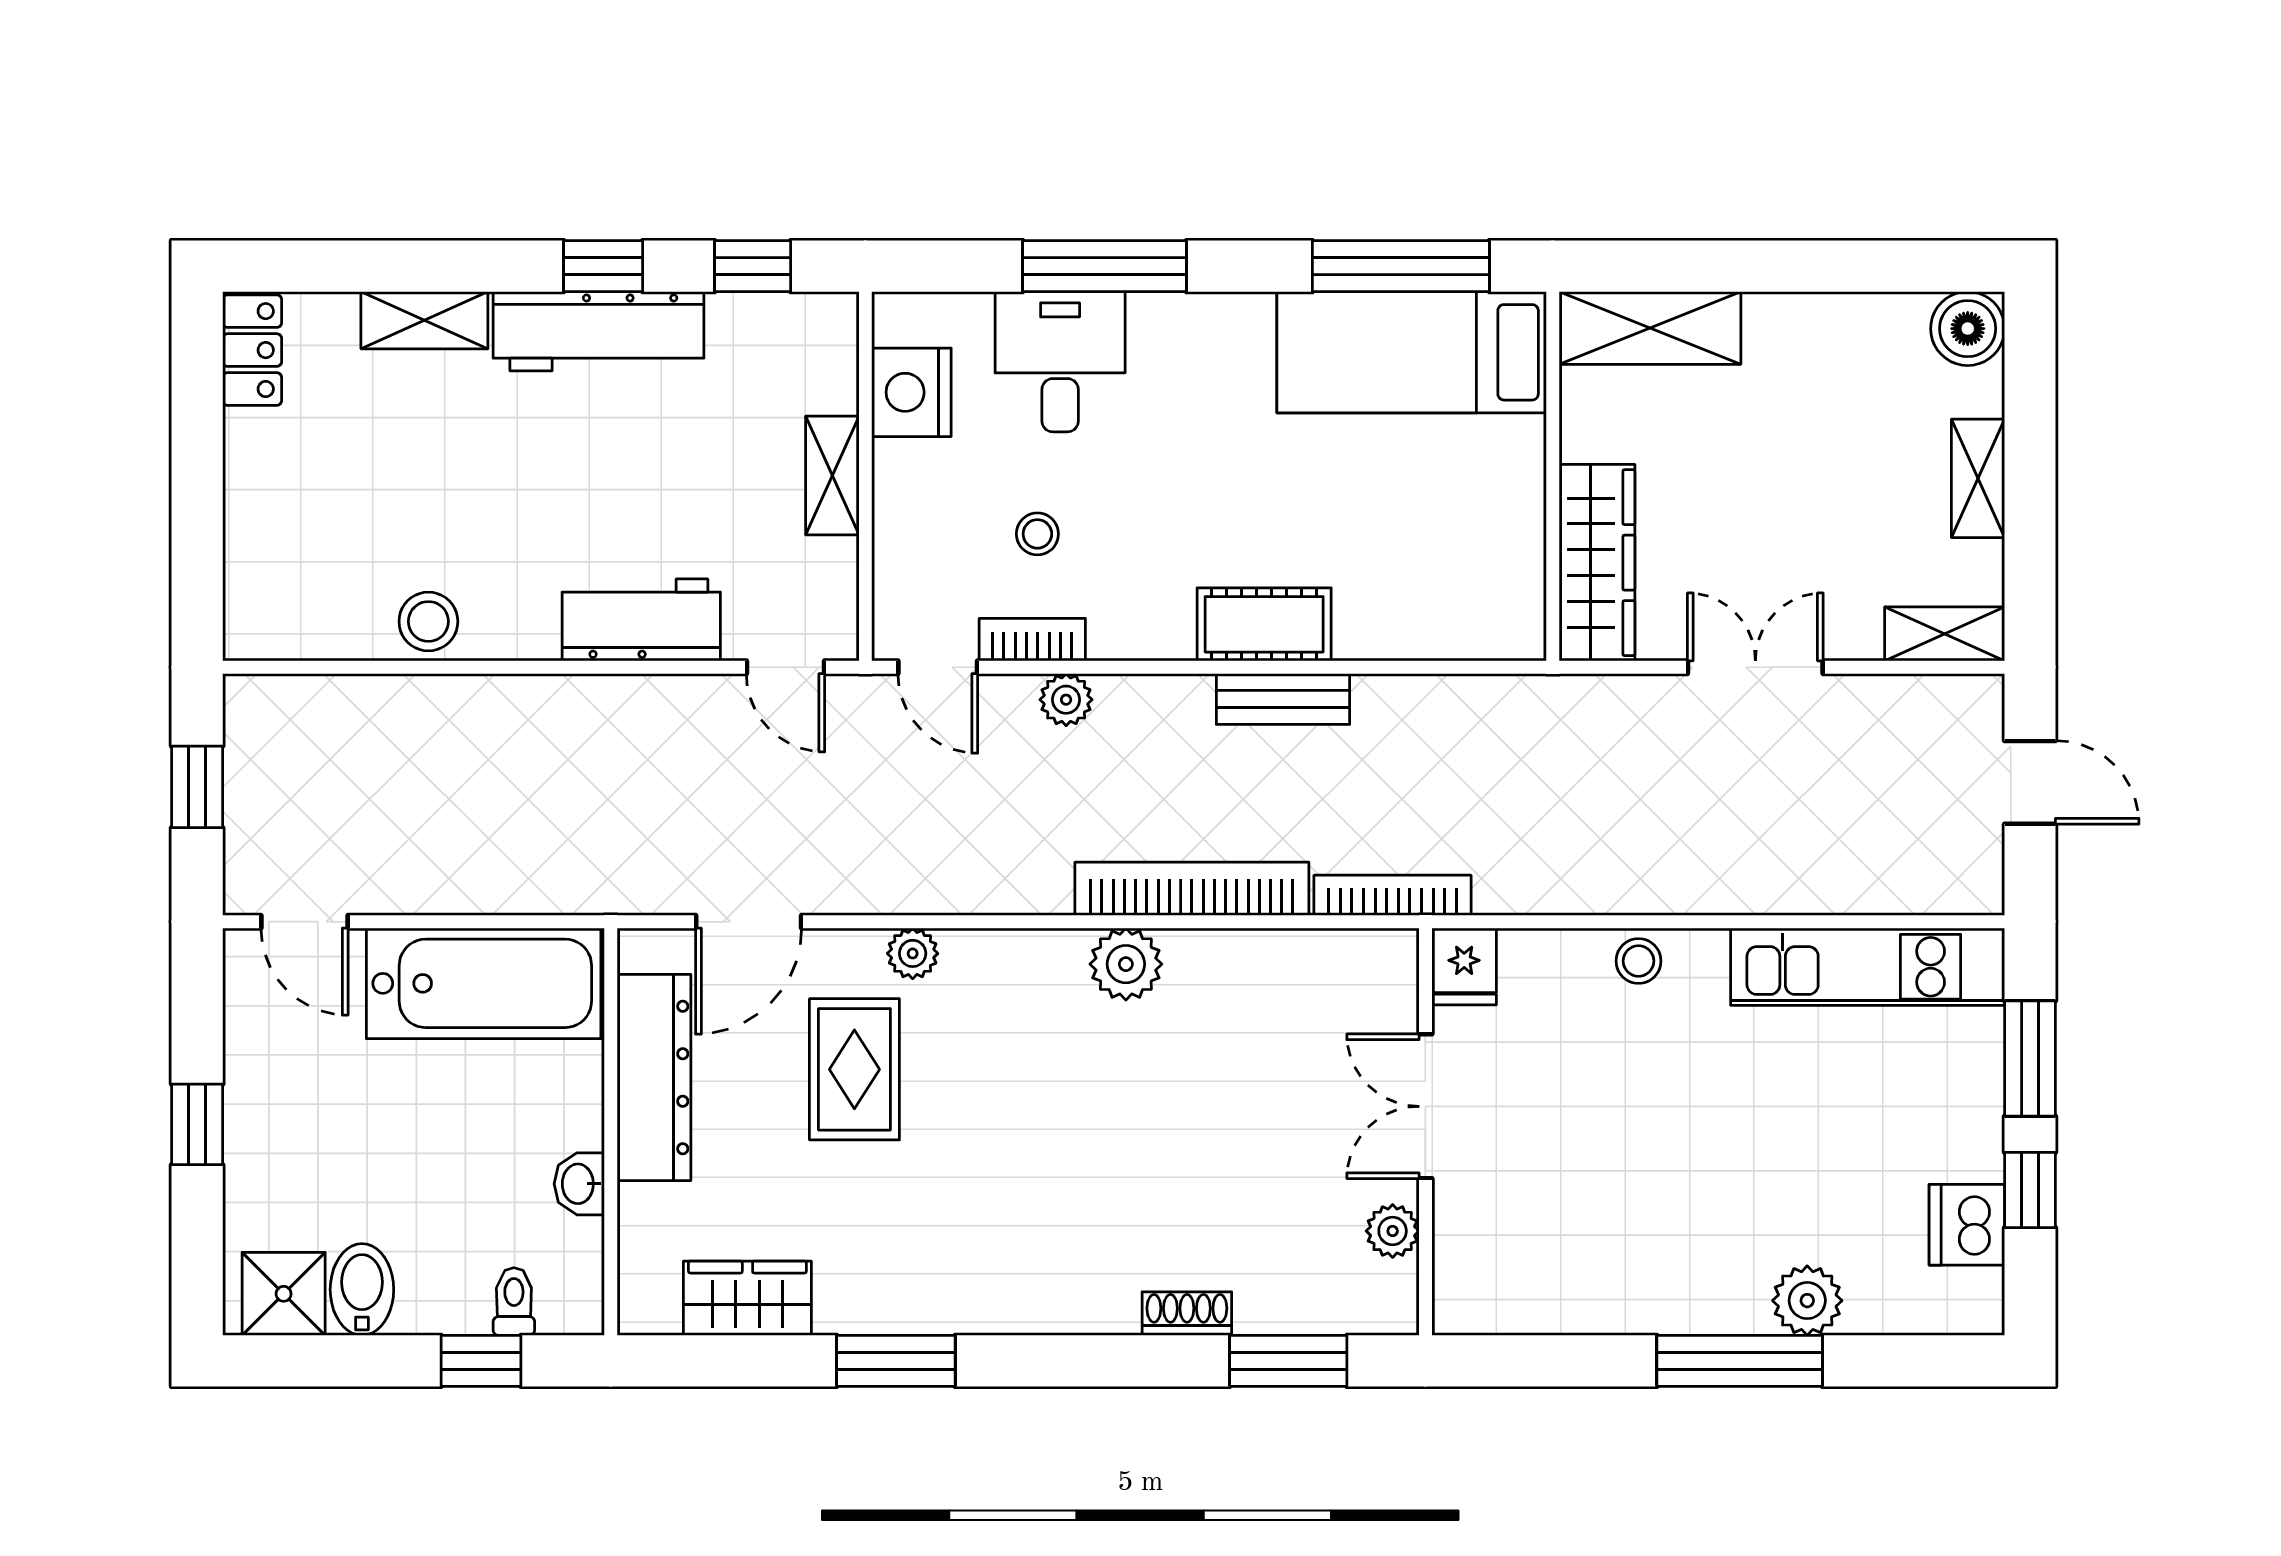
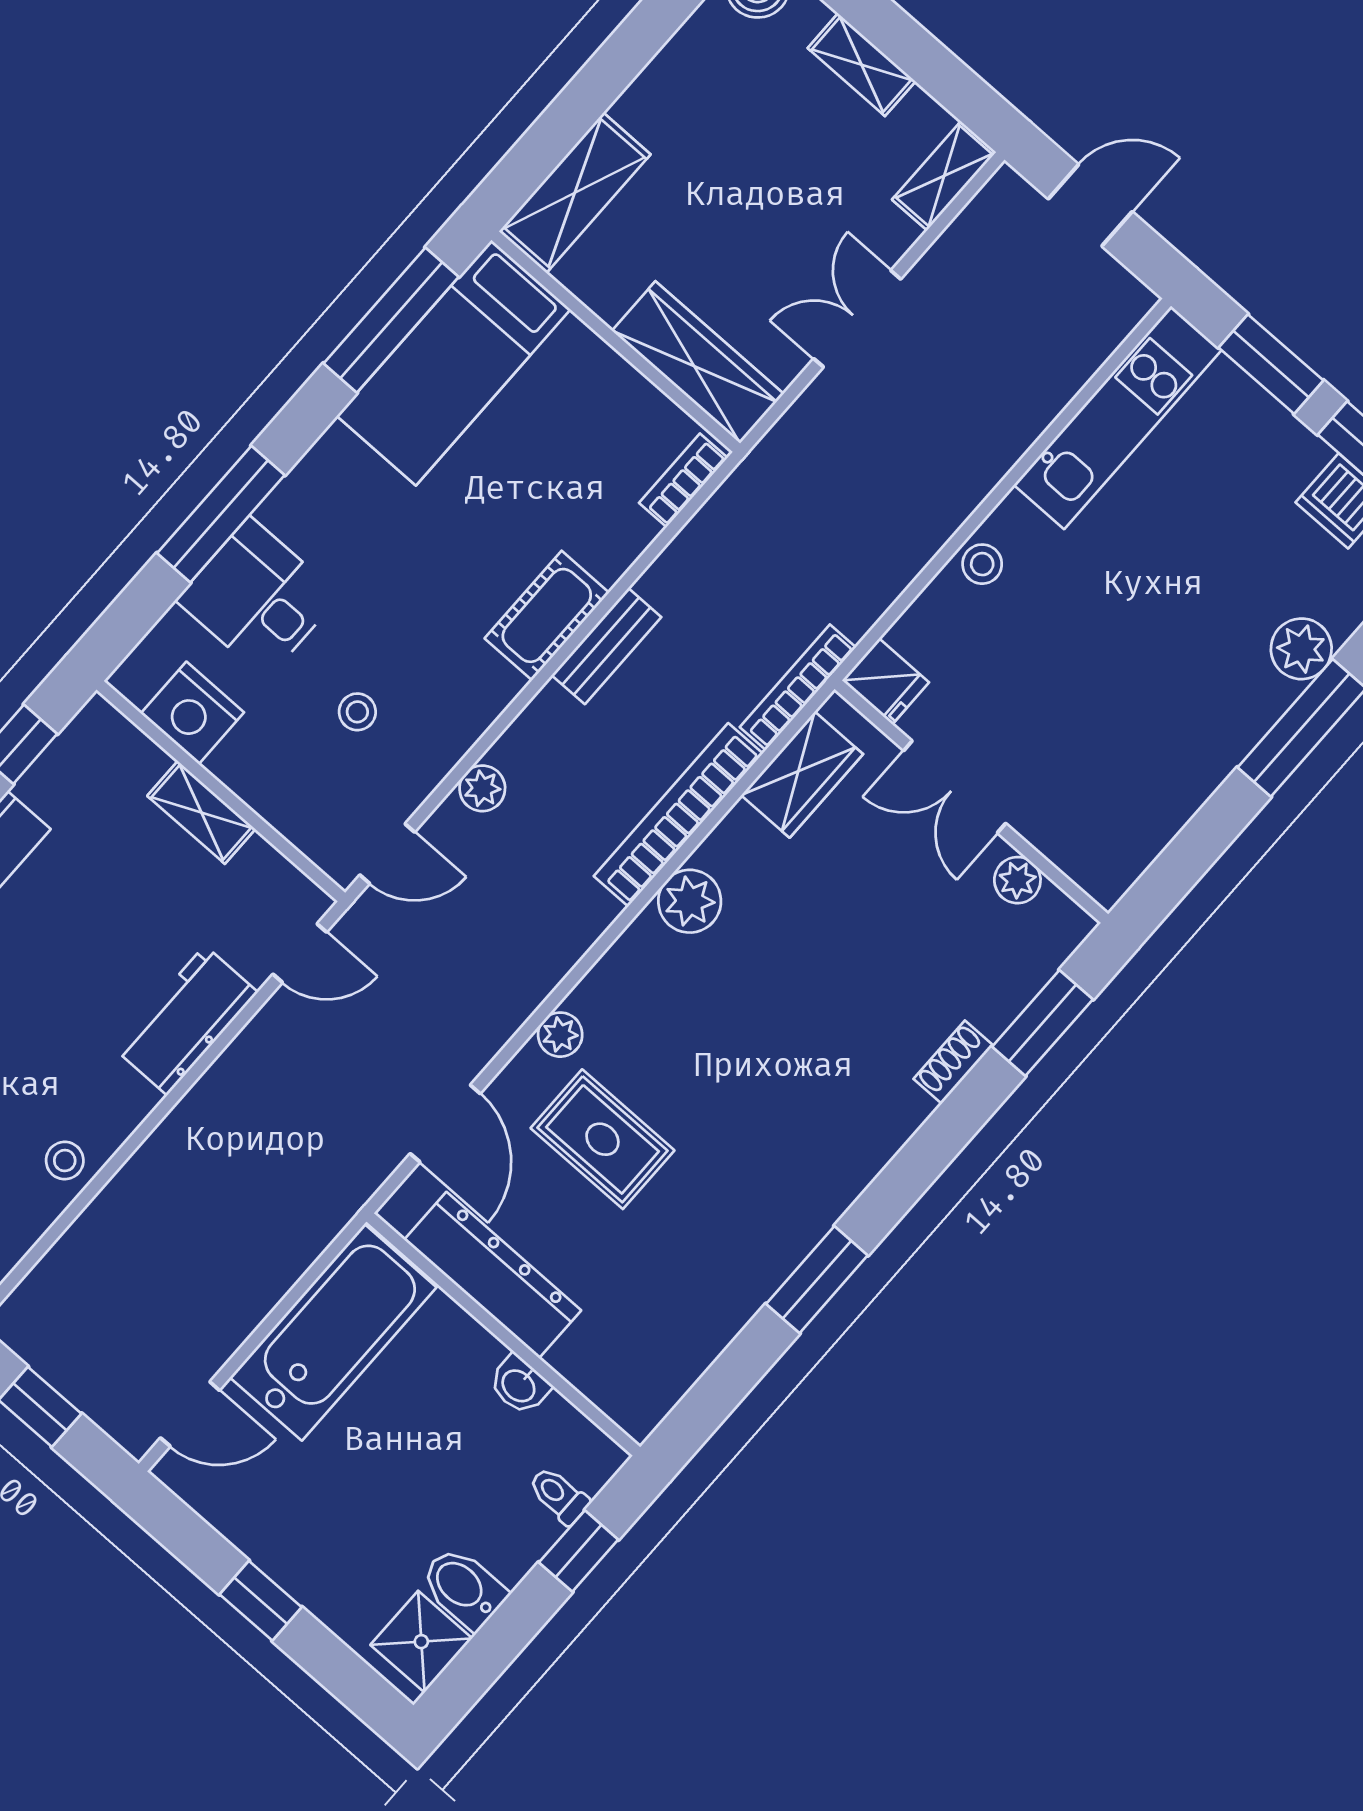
stool: (428, 621) -> (65, 1161), width x0.73, depth x0.73
bookcase: (1032, 640) -> (683, 480), moved
wardrobe: (747, 1298) -> (802, 775), moved, turned 180

